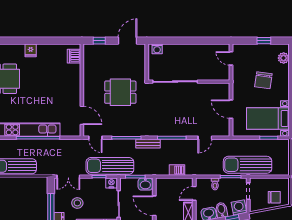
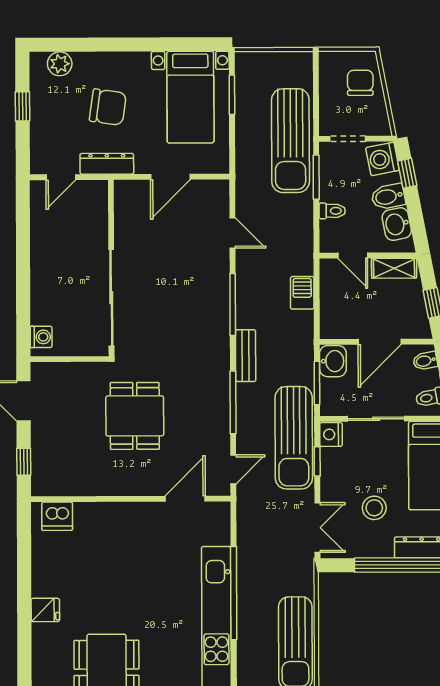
dresser: (237, 80) -> (107, 164), added

